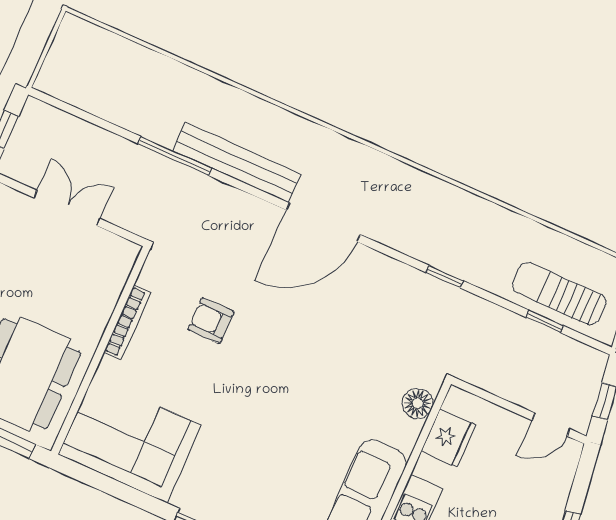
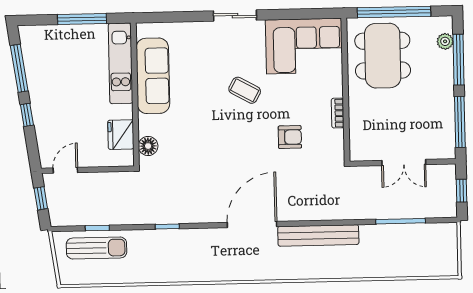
window: (175, 156) -> (401, 221), moved
bookcase: (127, 323) -> (338, 113), width x0.64
coffee table: (244, 417) -> (245, 90), added

